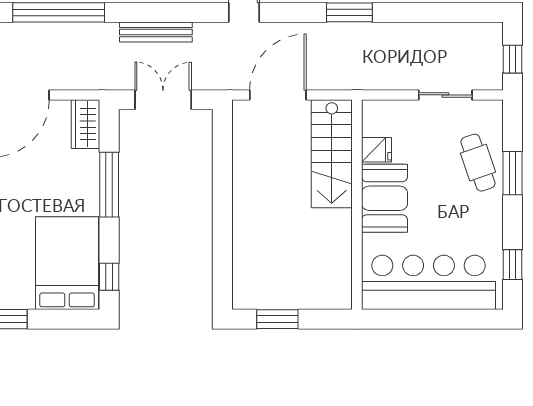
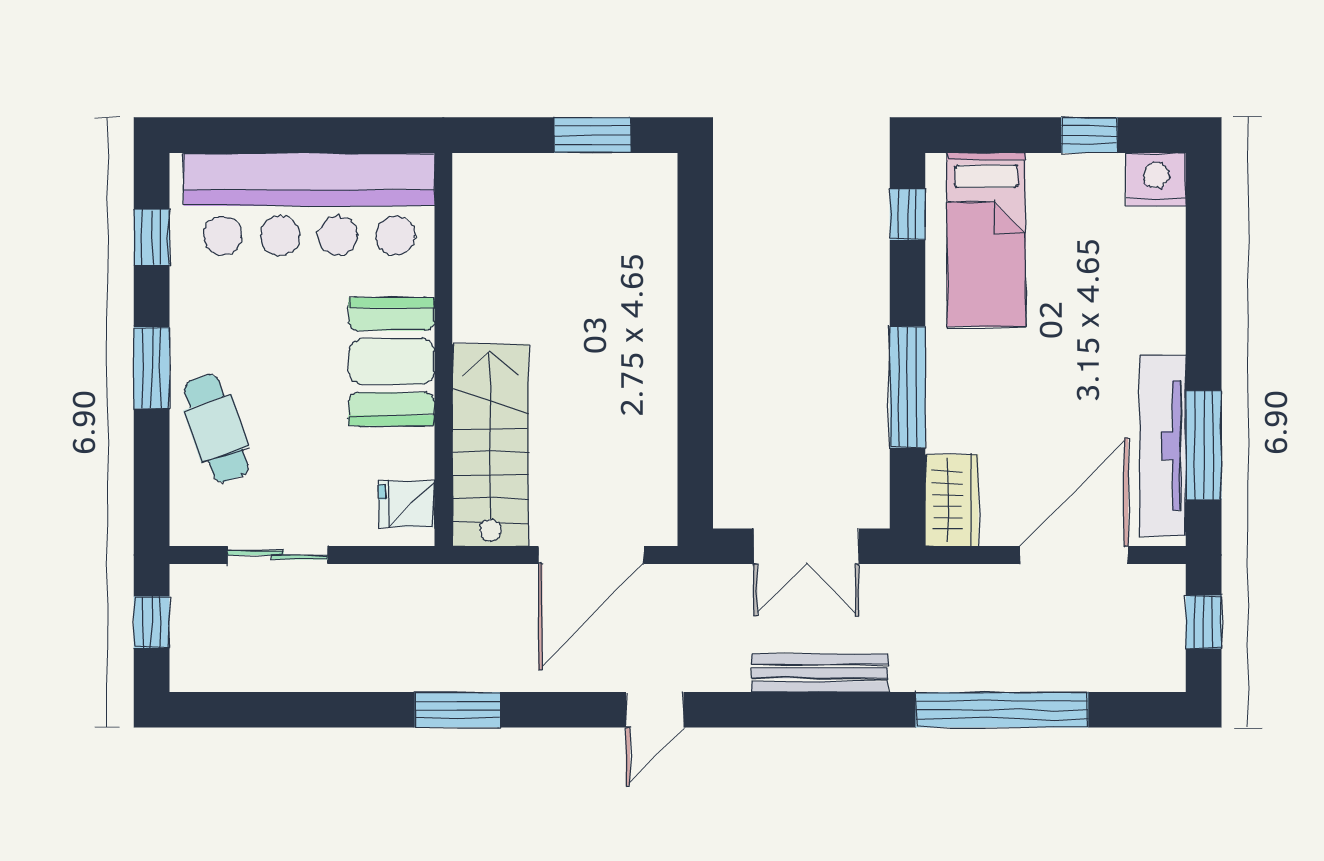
fridge: (376, 150) -> (407, 504), moved
window: (513, 173) -> (152, 368), moved
bed: (67, 263) -> (986, 240), width x0.67

